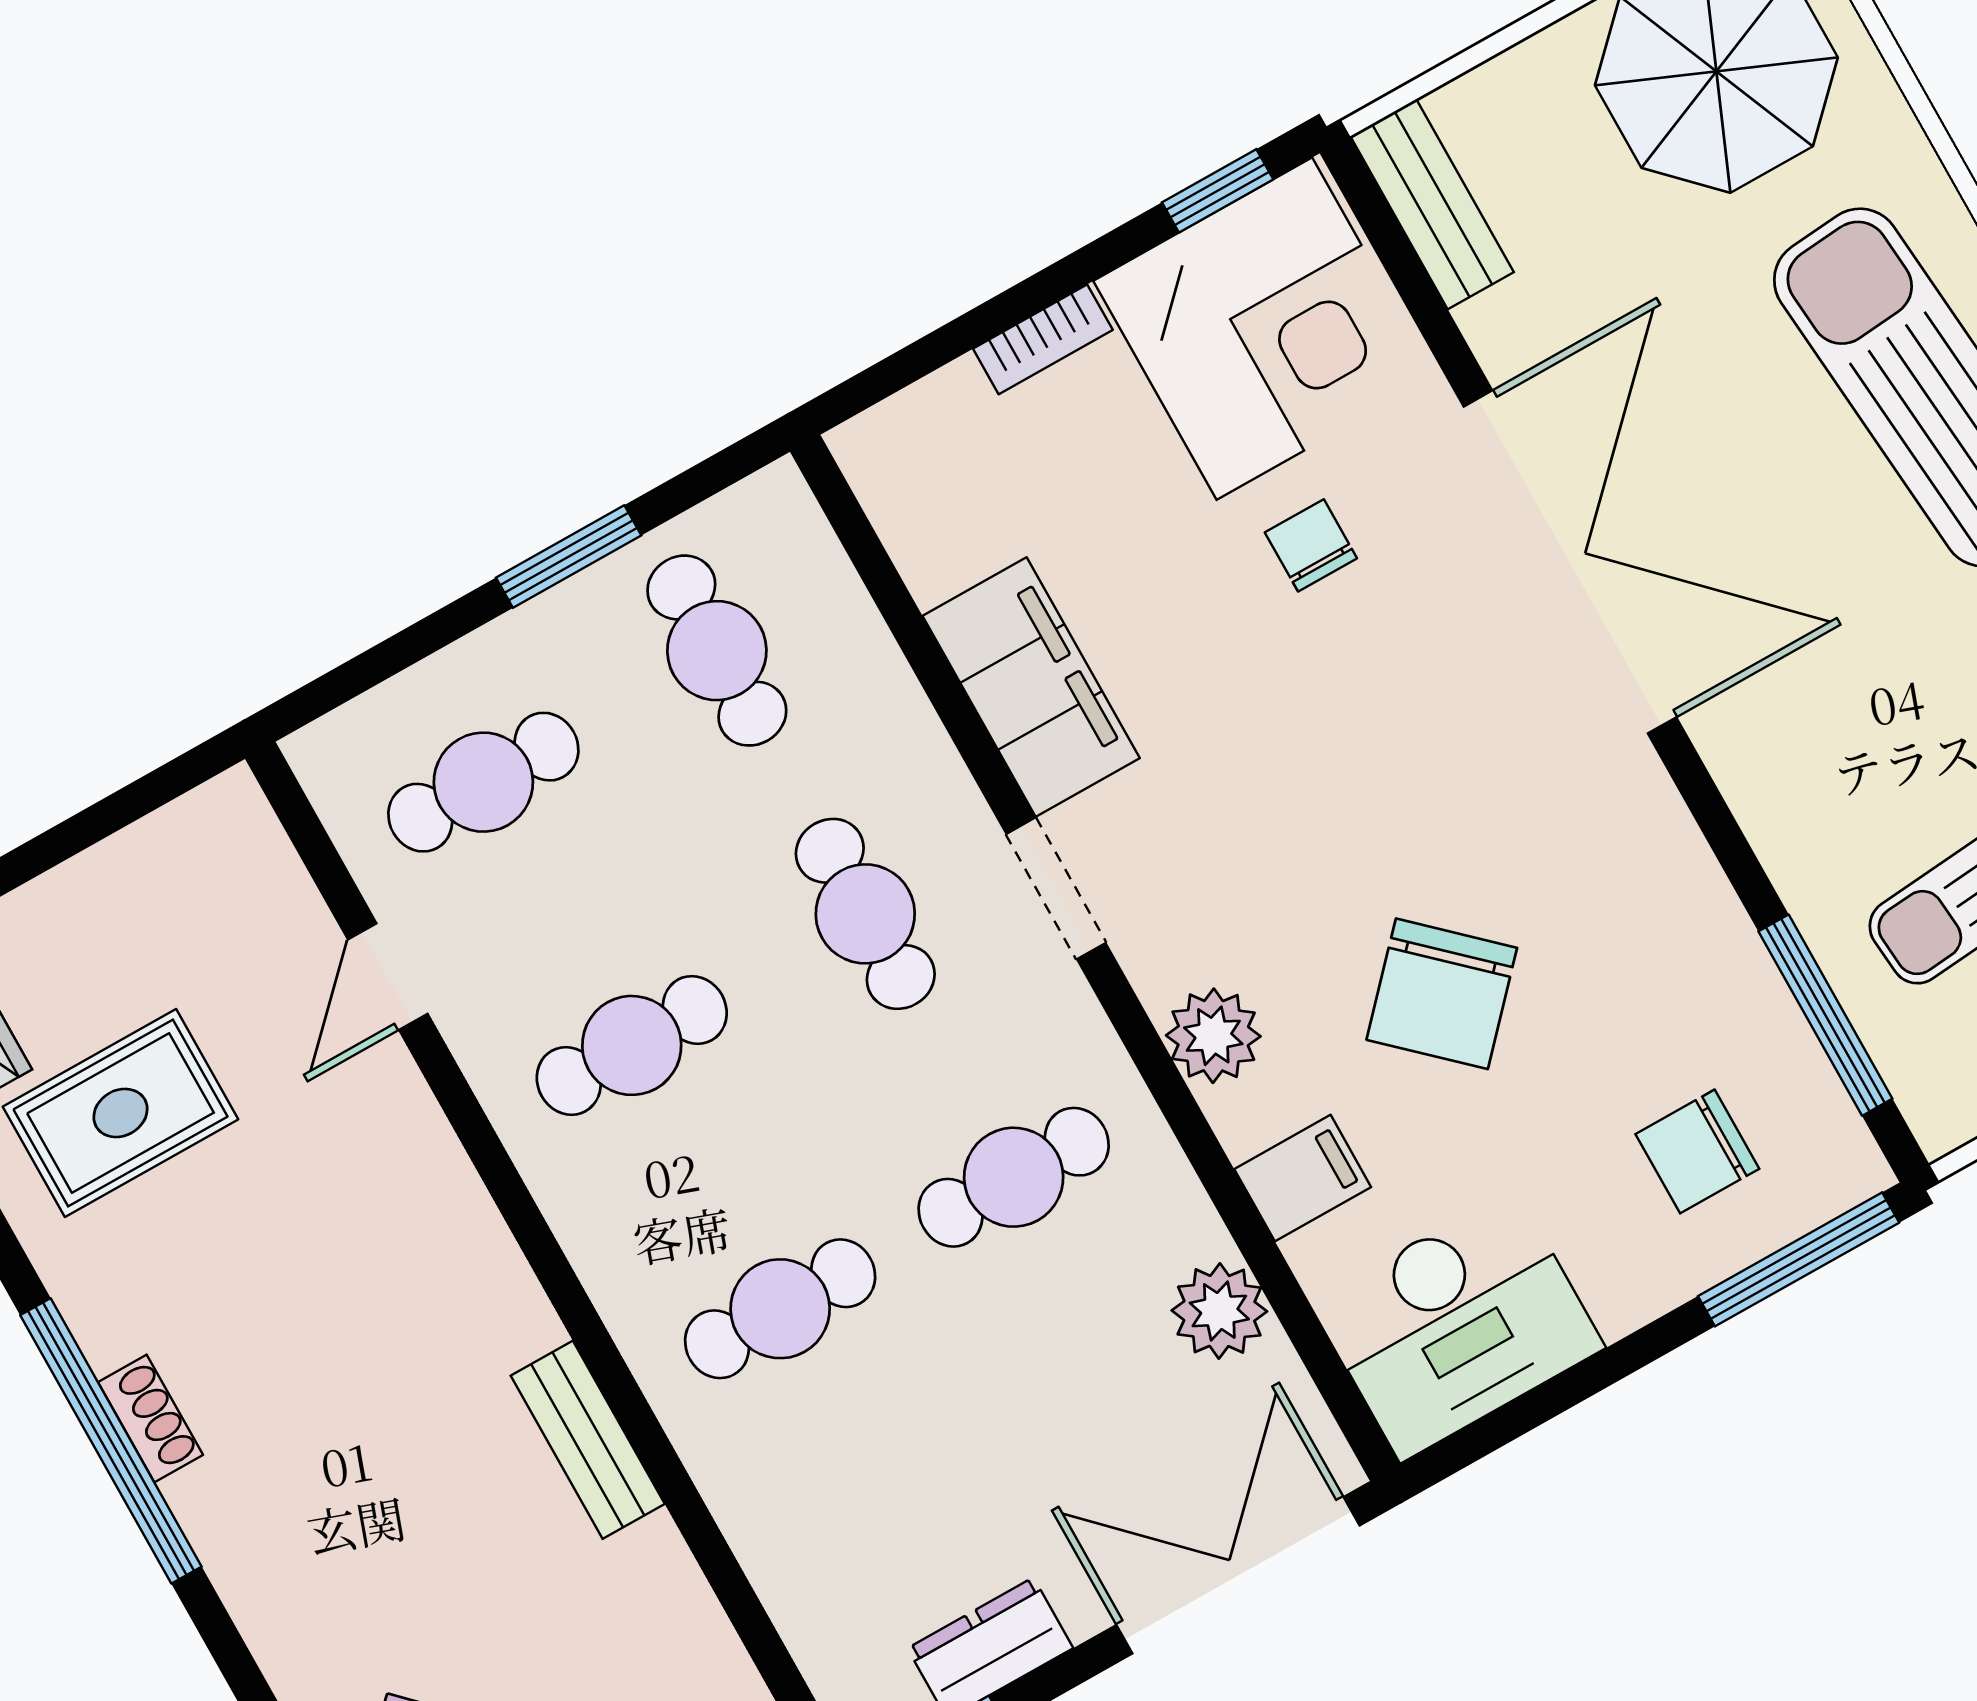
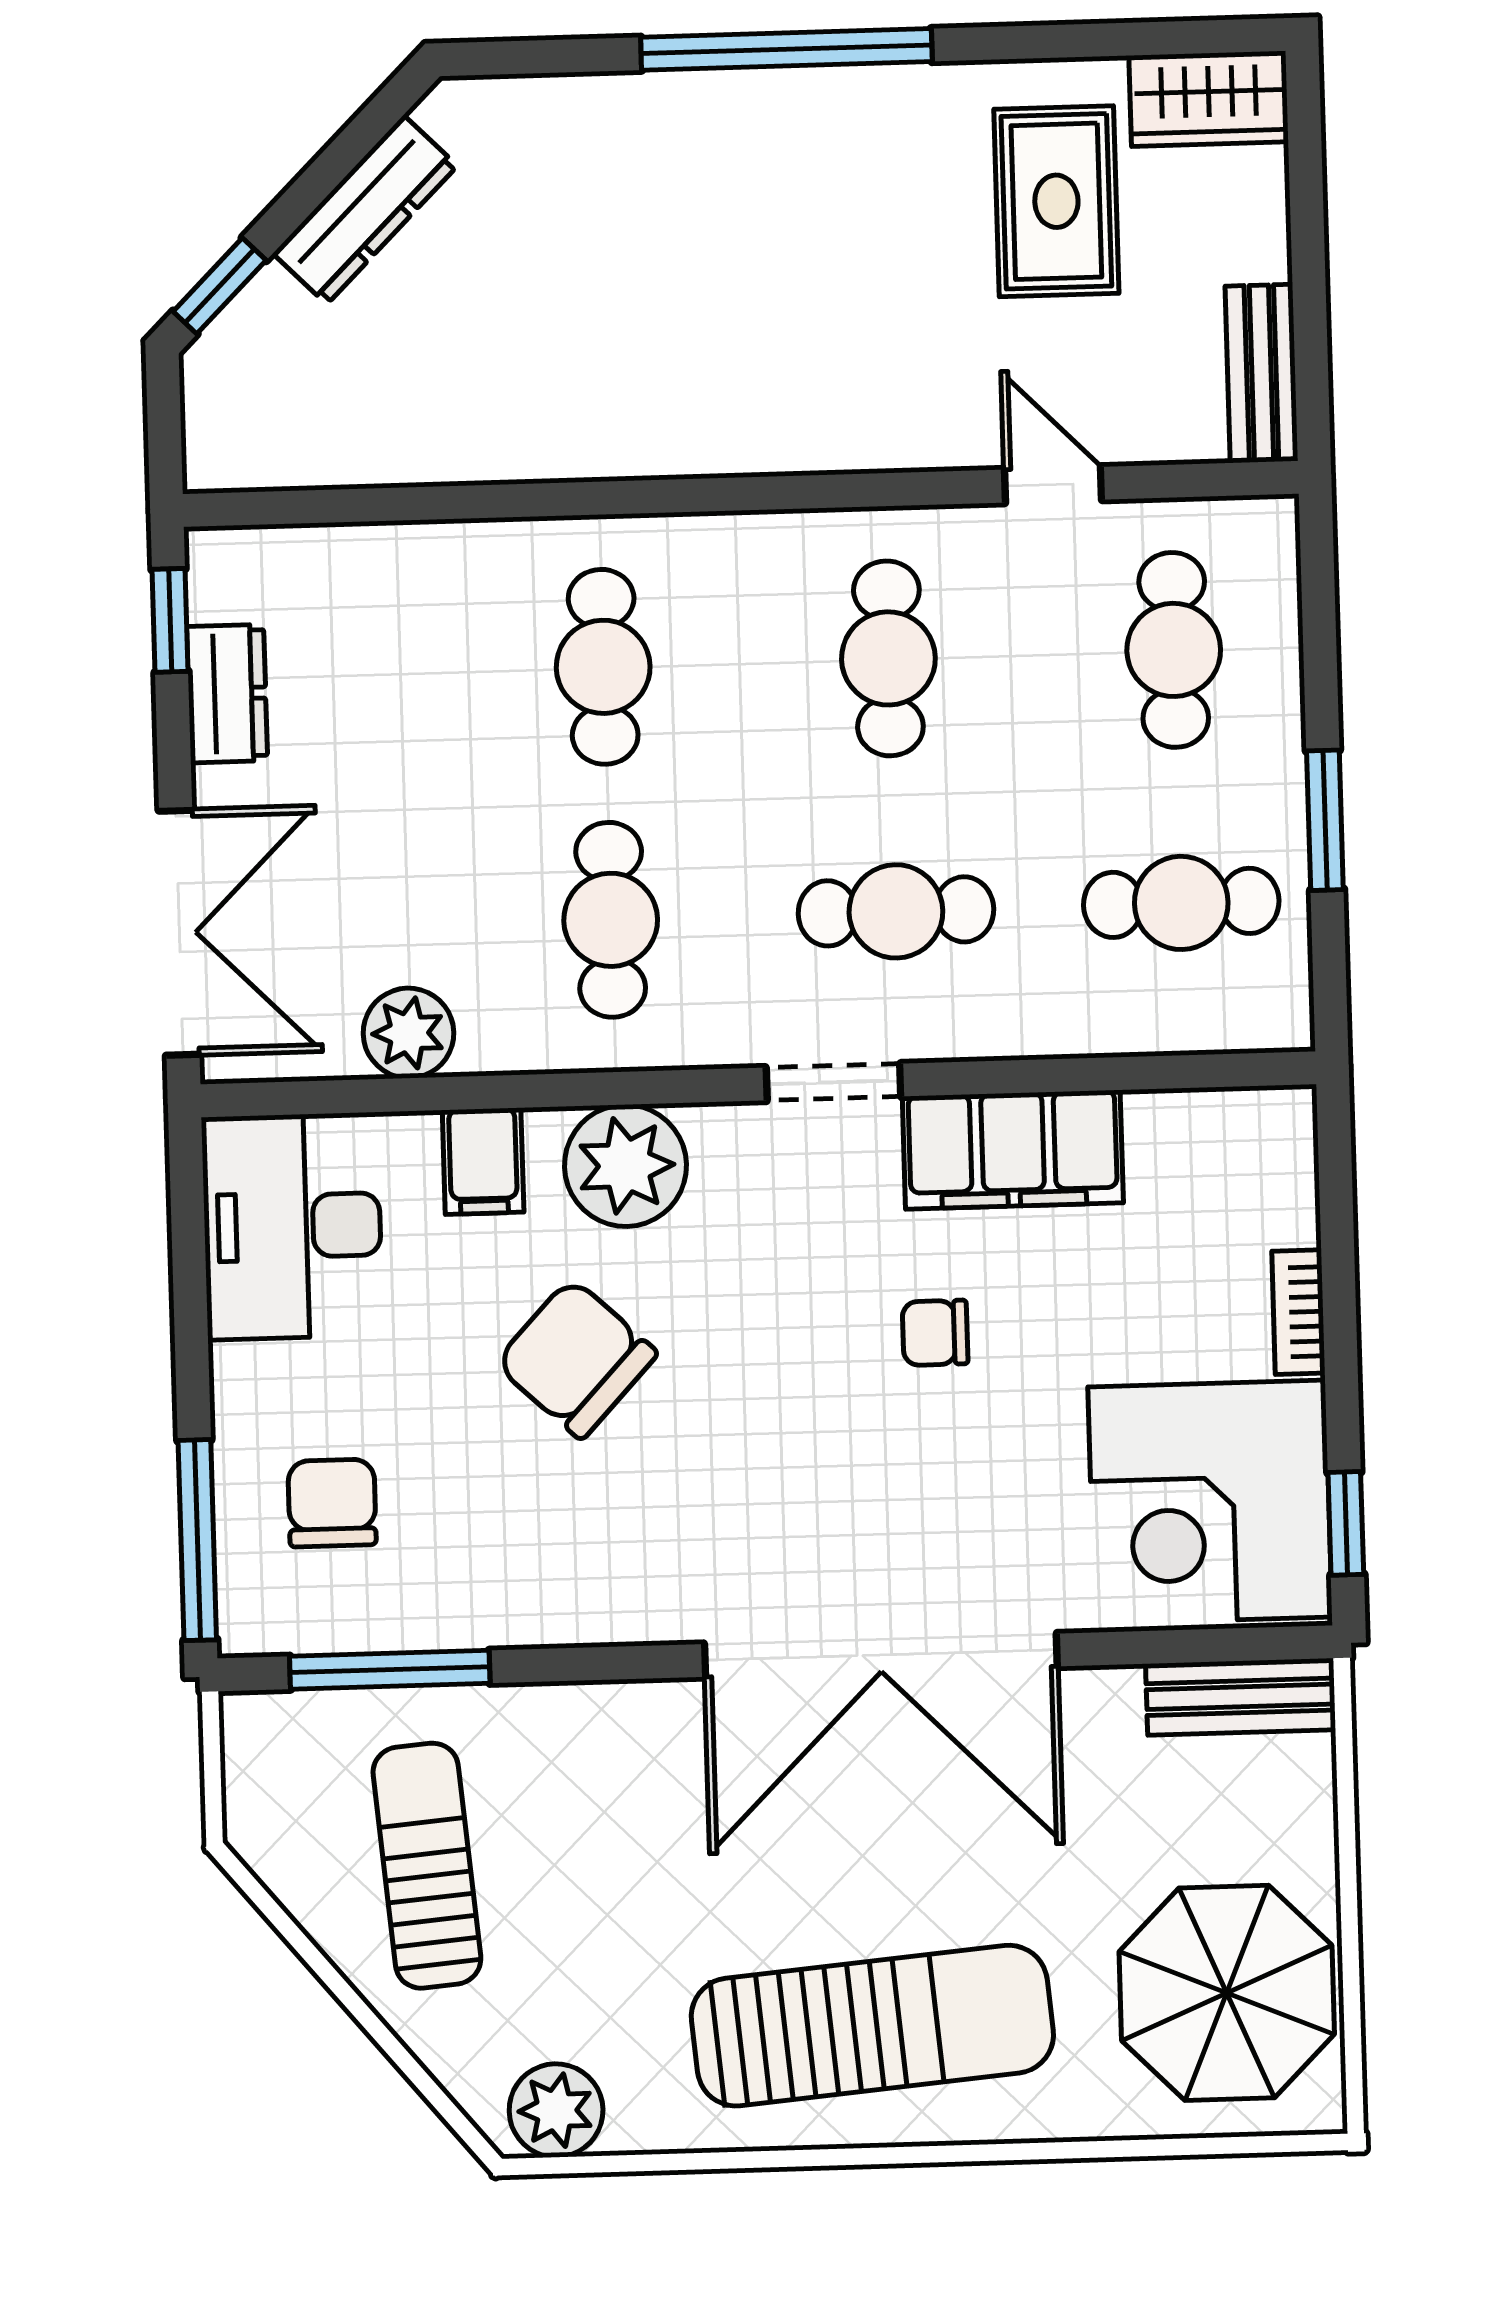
chair: (1311, 545) -> (935, 1333), moved, turned 180
plant: (1213, 1036) -> (625, 1166), width x1.36, depth x1.36
shoe rack: (150, 1419) -> (788, 92), removed
bench: (588, 1440) -> (1261, 374), moved, turned 90

